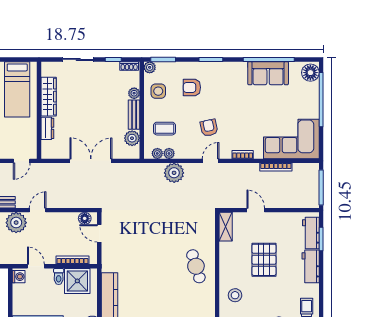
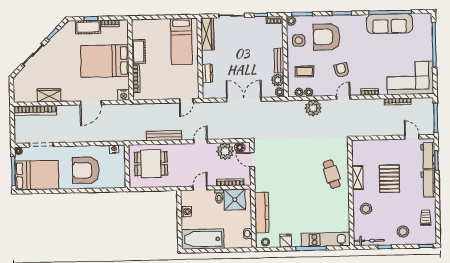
sofa: (268, 73) -> (390, 24), width x1.36
floor lamp: (310, 73) -> (425, 22), removed
armchair: (192, 87) -> (327, 37), width x1.88, depth x1.88
plant: (134, 93) -> (280, 92), moved
wardrobe: (49, 97) -> (207, 34), moved
door: (256, 210) -> (412, 137), moved
plant: (16, 223) -> (225, 151), moved
shelving: (226, 227) -> (358, 178), moved
door: (36, 266) -> (200, 188), hinge flipped
cafe table: (196, 266) -> (332, 174), moved
washing machine: (19, 277) -> (186, 211), moved

